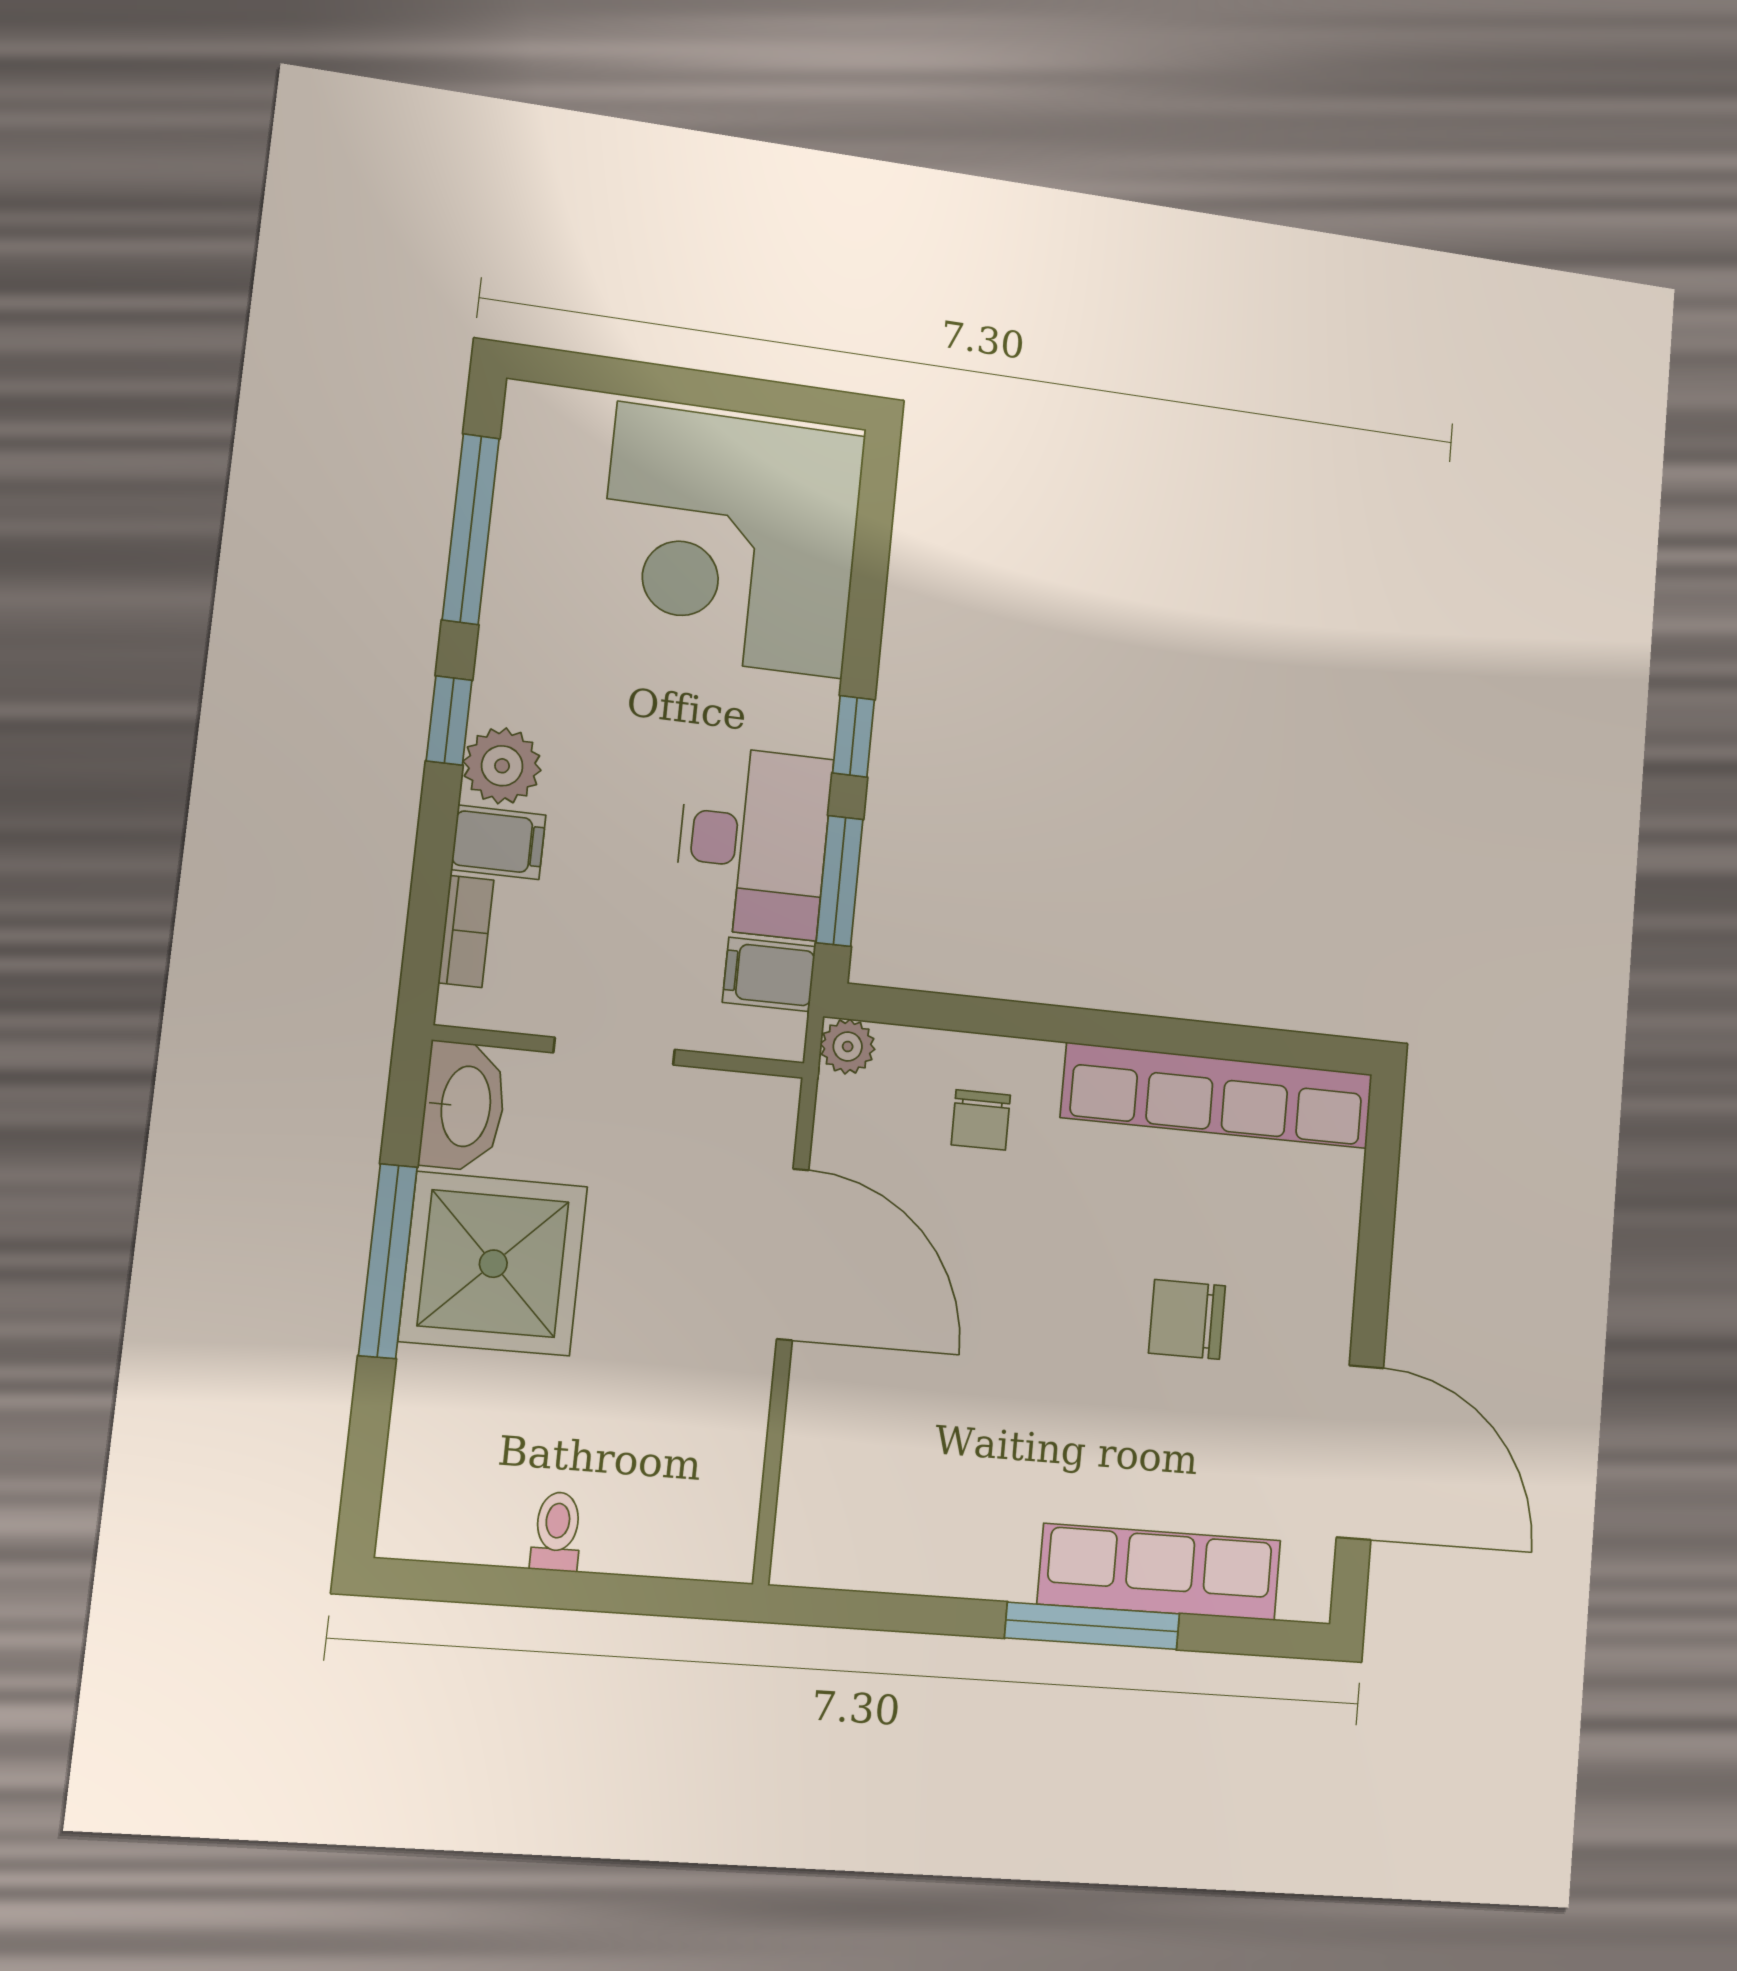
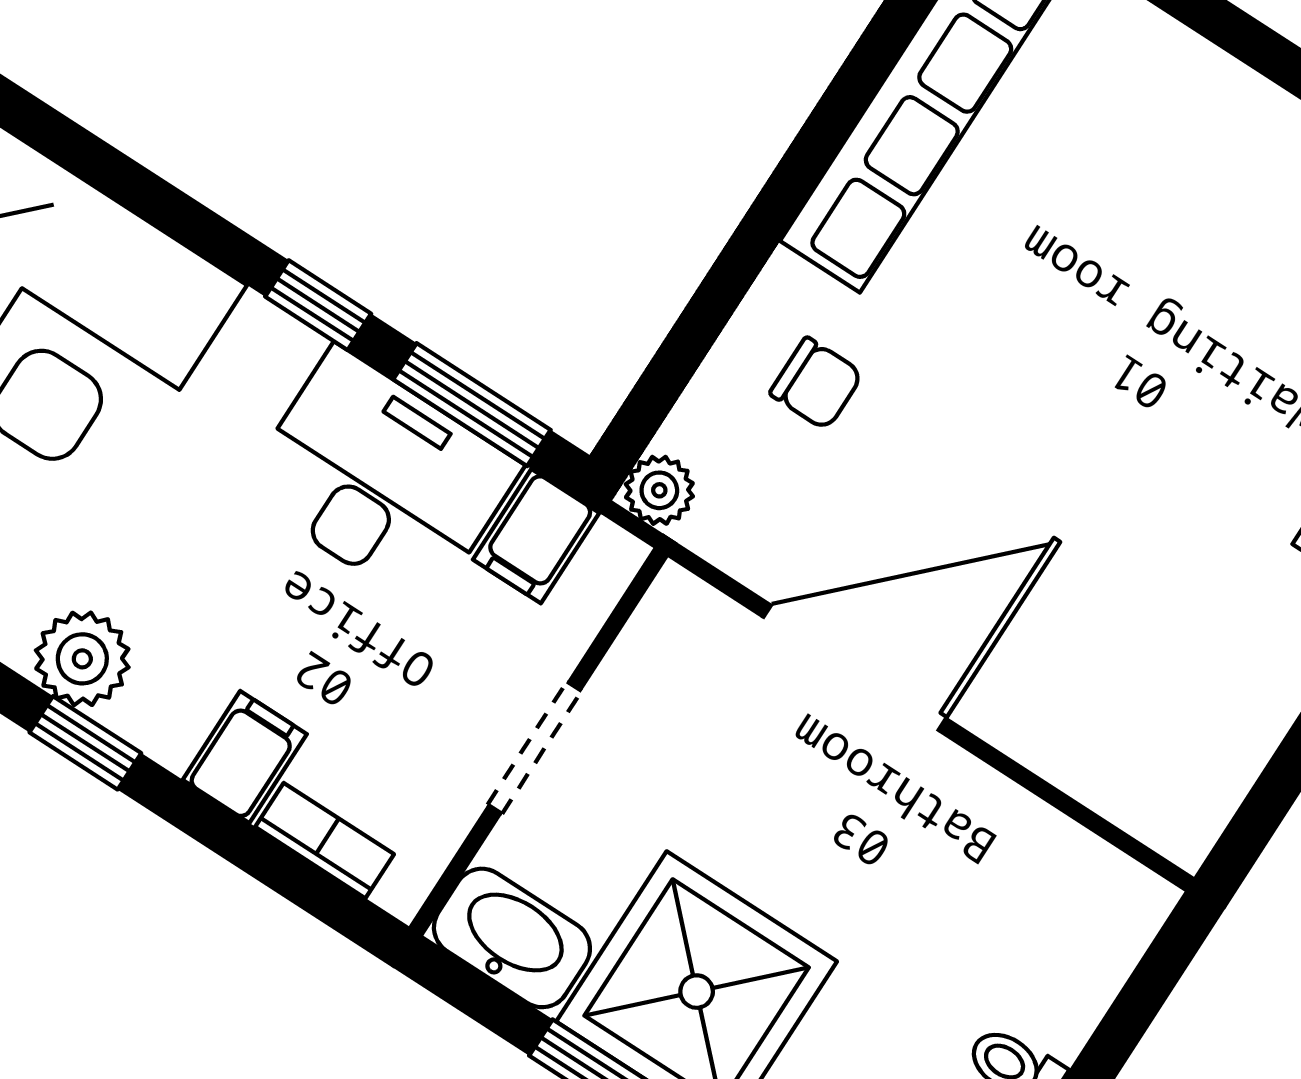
plant: (502, 766) -> (82, 659), moved
chair: (1187, 1319) -> (1158, 266), removed

